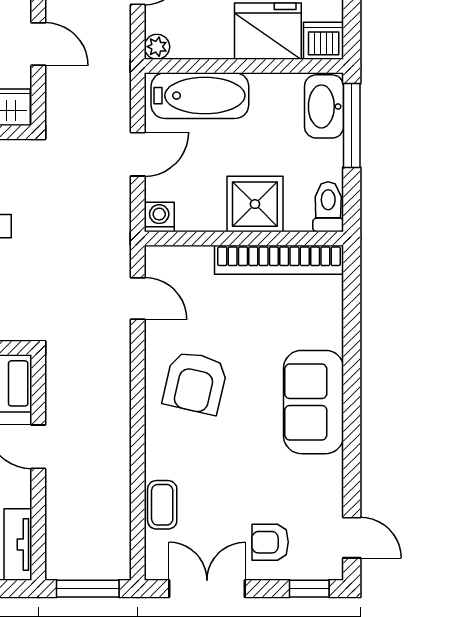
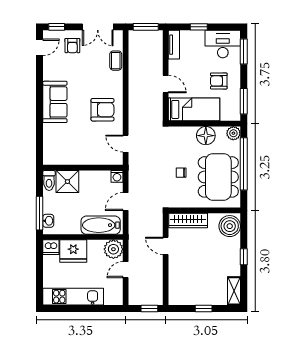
plant: (157, 47) -> (113, 249), width x1.88, depth x1.88
washbasin: (324, 106) -> (48, 221), width x0.52, depth x0.69
shower: (255, 204) -> (67, 182), moved
bookcase: (279, 260) -> (69, 159), removed
armchair: (195, 383) -> (102, 110), turned 77
door: (352, 538) -> (40, 47), swing flipped
armchair: (270, 542) -> (72, 46), turned 90

